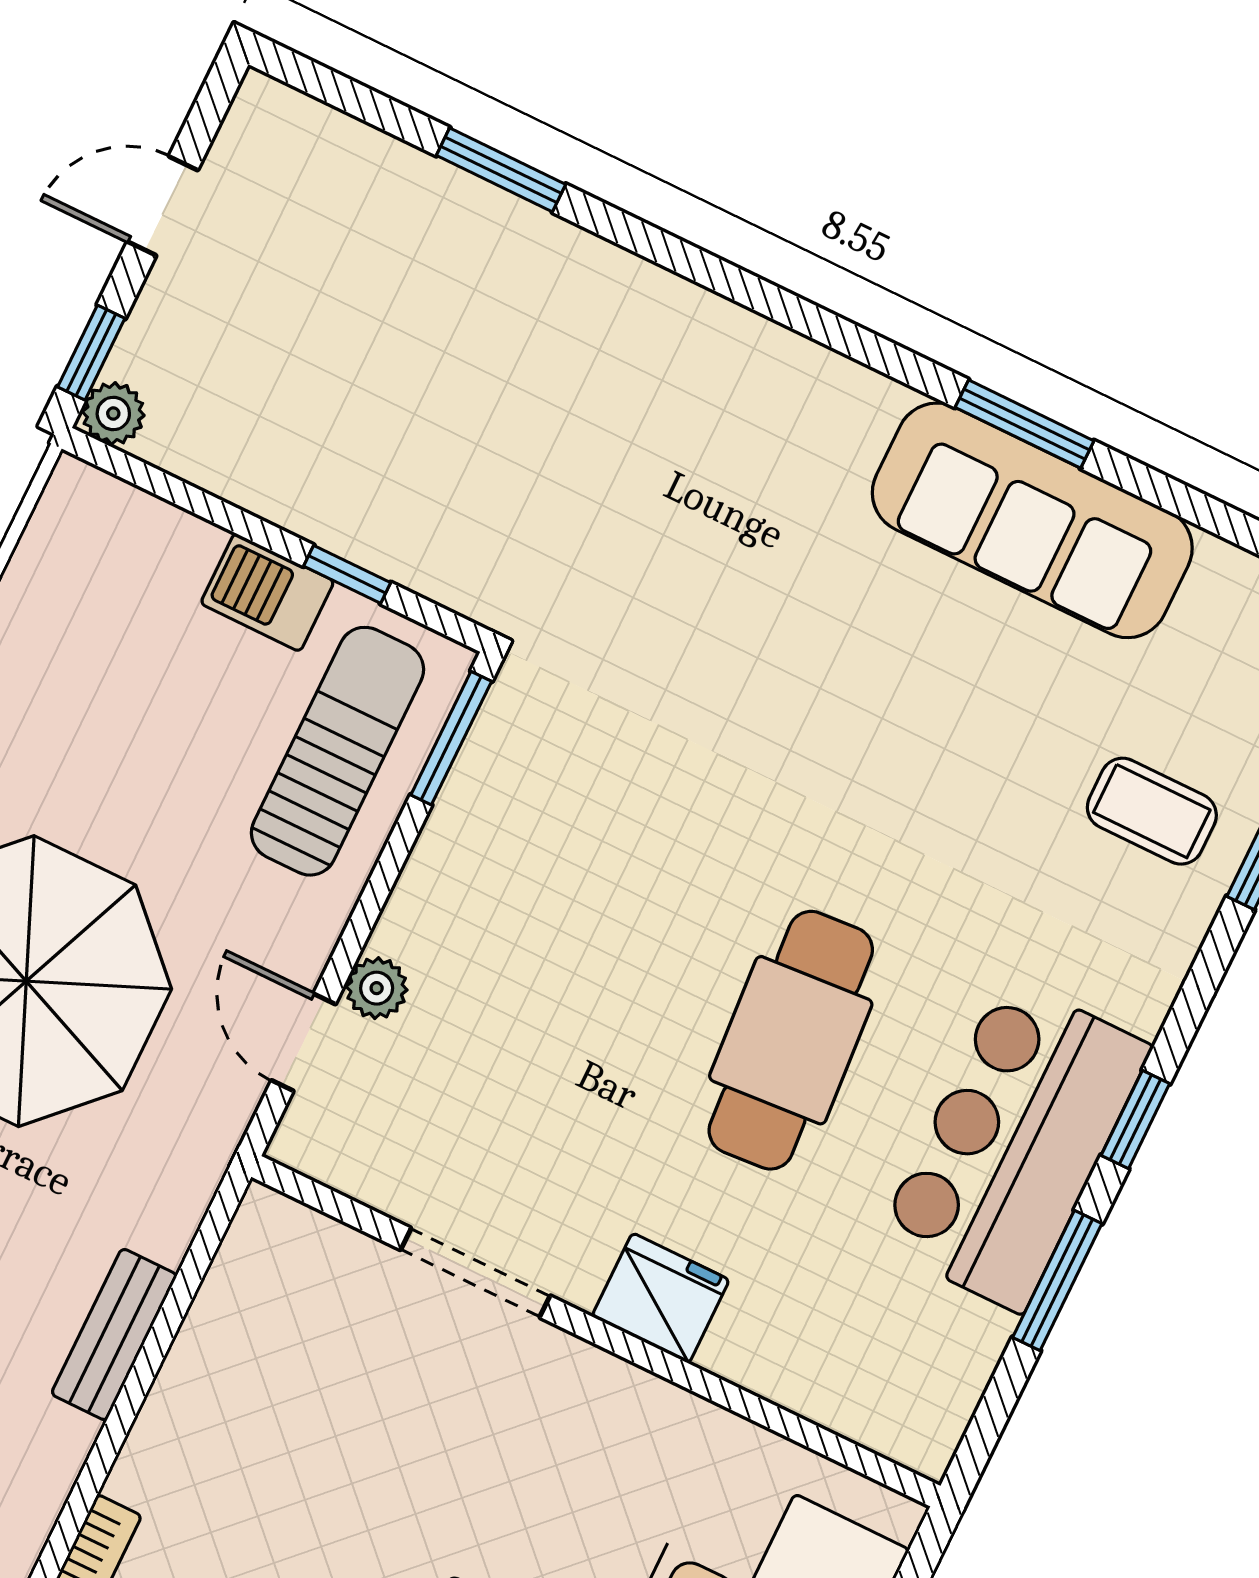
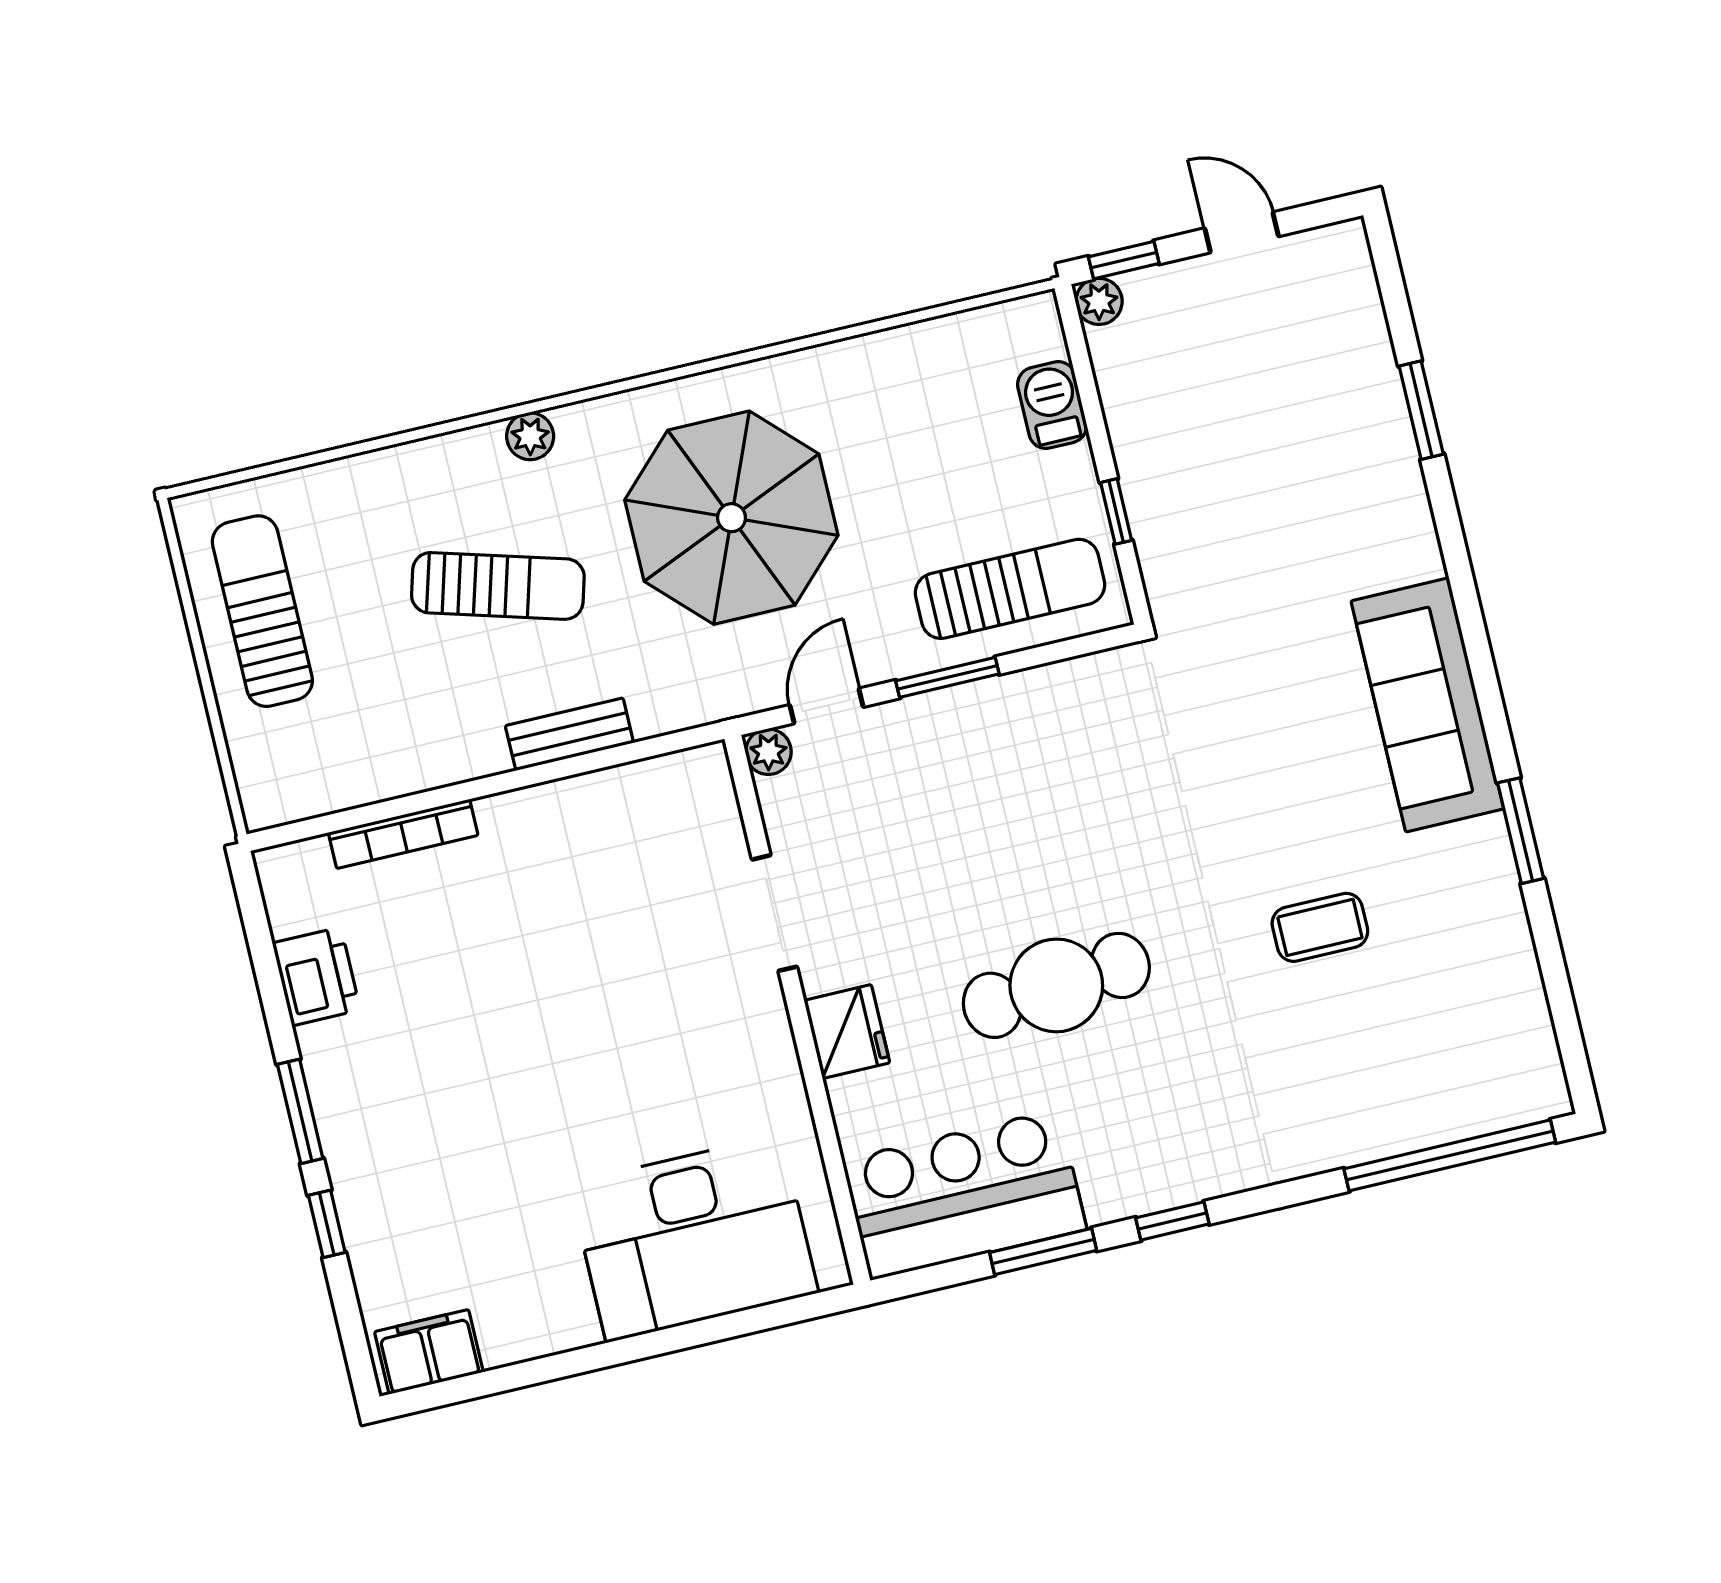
sofa: (1032, 520) -> (1427, 705), moved
barbecue: (267, 592) -> (1052, 405), moved
window: (451, 738) -> (947, 677), moved
coffee table: (1152, 811) -> (1320, 927), moved, turned 90
plant: (377, 988) -> (768, 752), moved
bar counter: (1013, 1145) -> (964, 1195), moved

